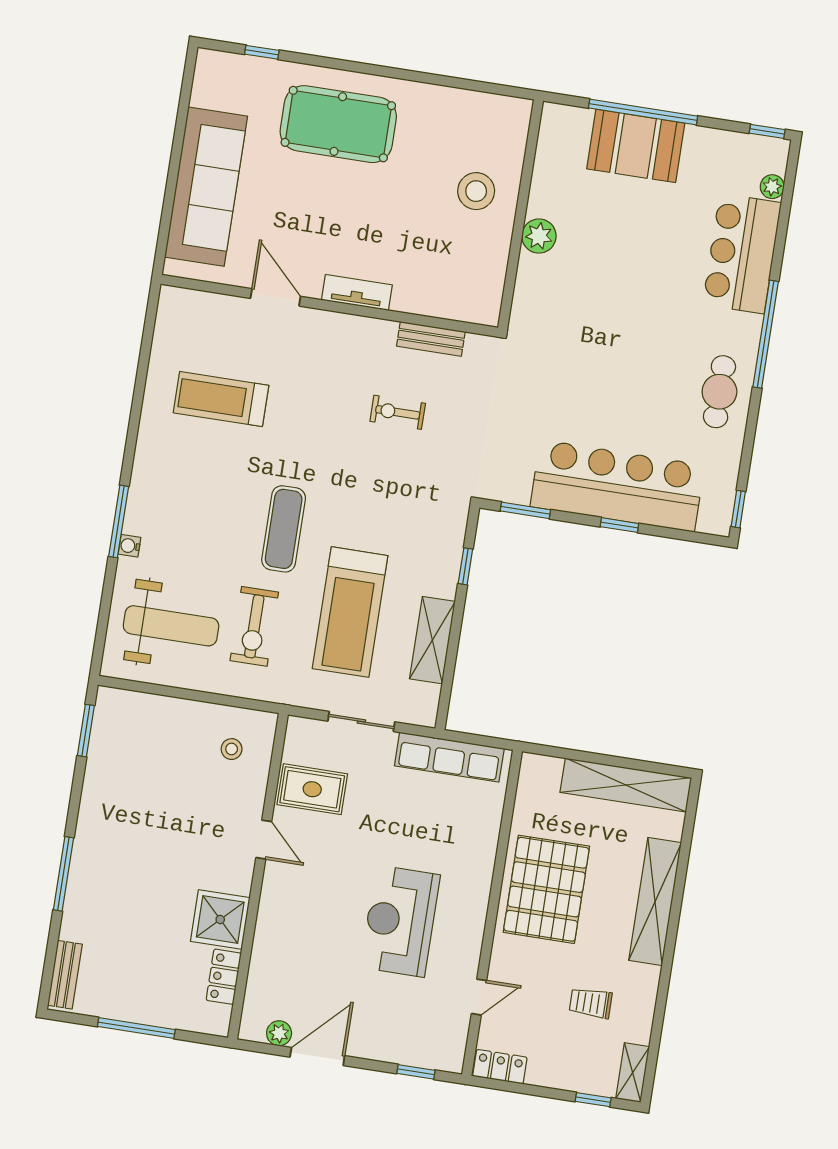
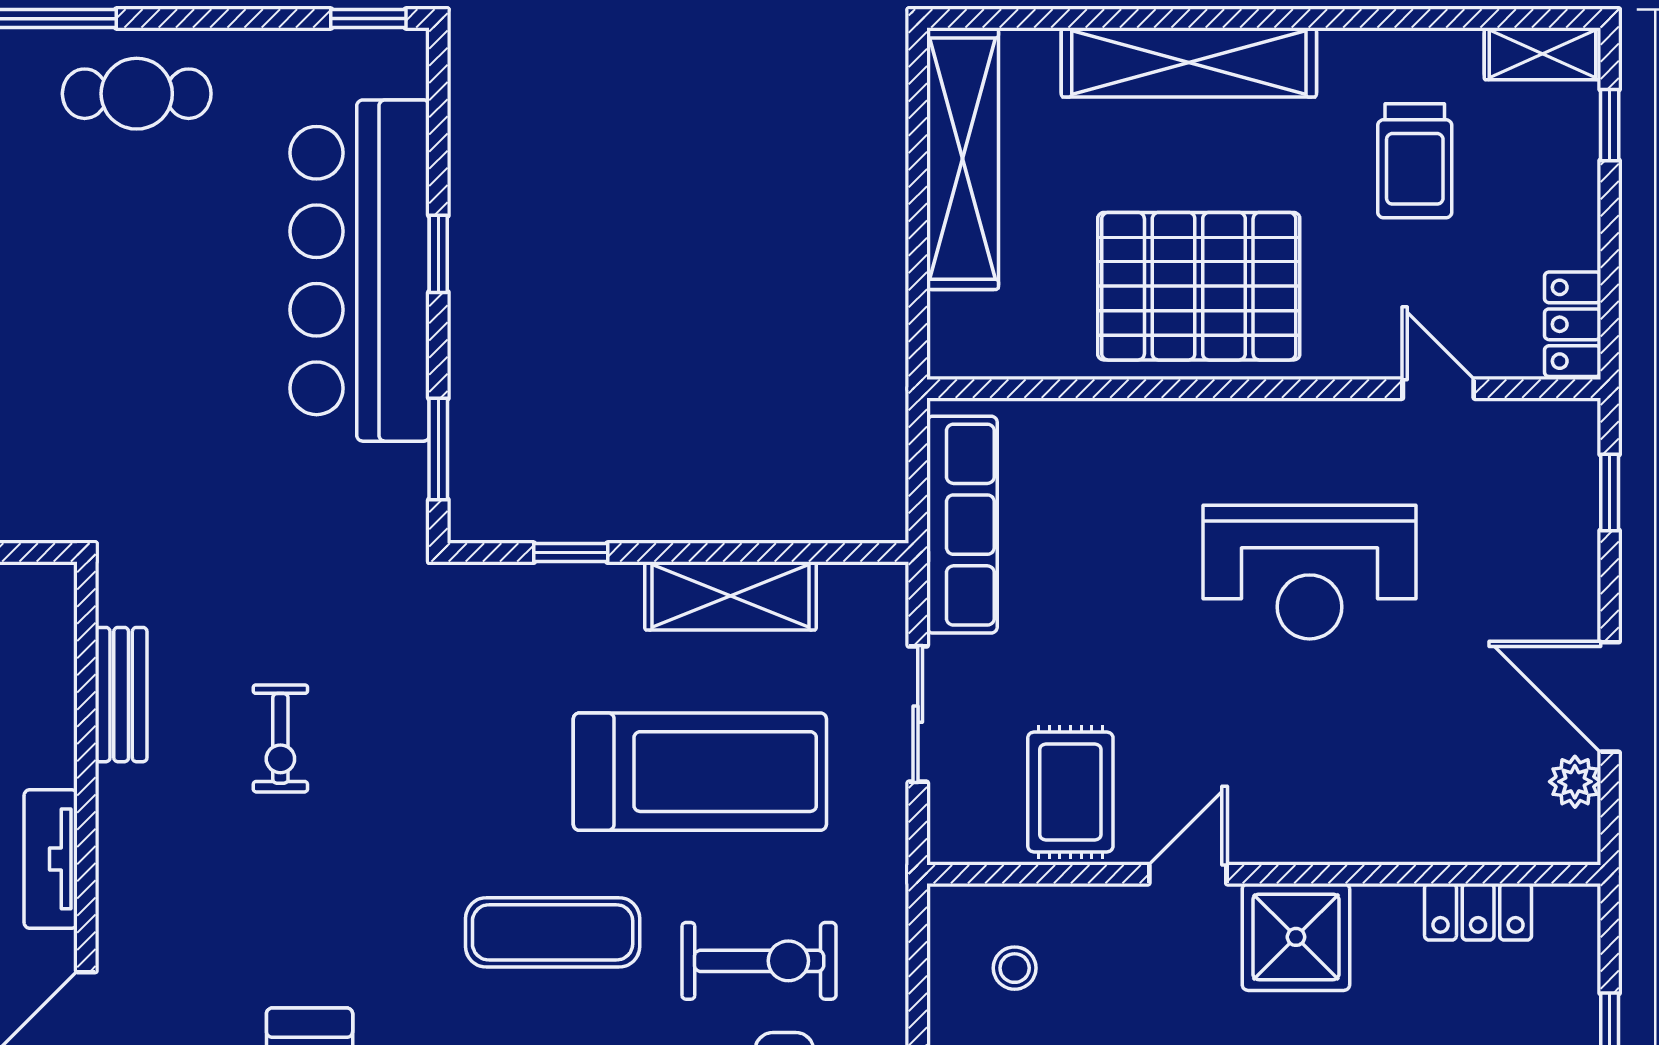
shower: (220, 919) -> (1296, 937), moved
trolley: (591, 1003) -> (1415, 161), width x1.36, depth x1.39

